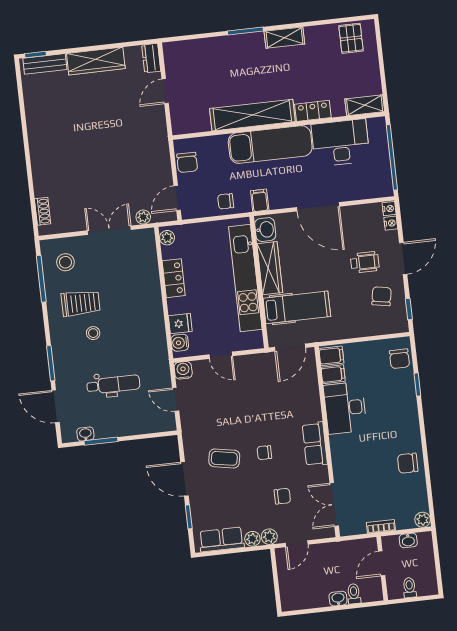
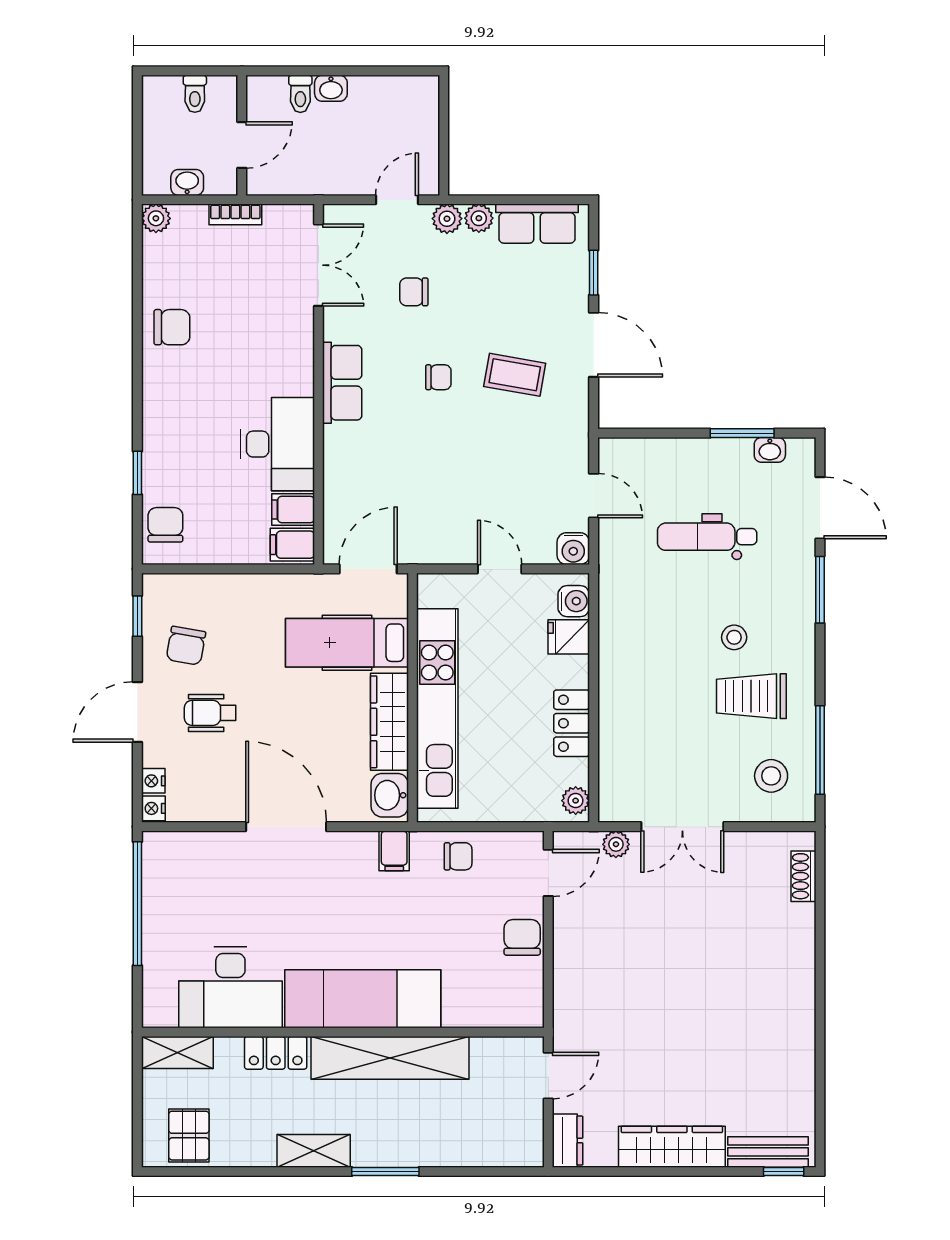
shelving: (365, 105) -> (177, 1052), moved
locker: (313, 111) -> (276, 1053), moved
shelving: (252, 115) -> (390, 1058), moved
wall: (279, 126) -> (343, 1032), moved
desk: (341, 143) -> (230, 987), moved
exam couch: (270, 144) -> (363, 999), moved

